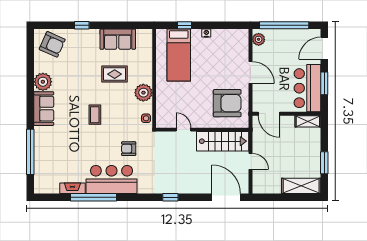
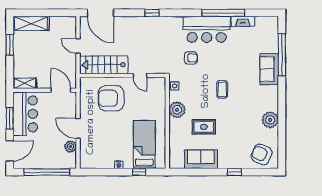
plant: (259, 39) -> (70, 147), moved
armchair: (227, 103) -> (111, 98), moved
sofa: (44, 109) -> (269, 69), moved

